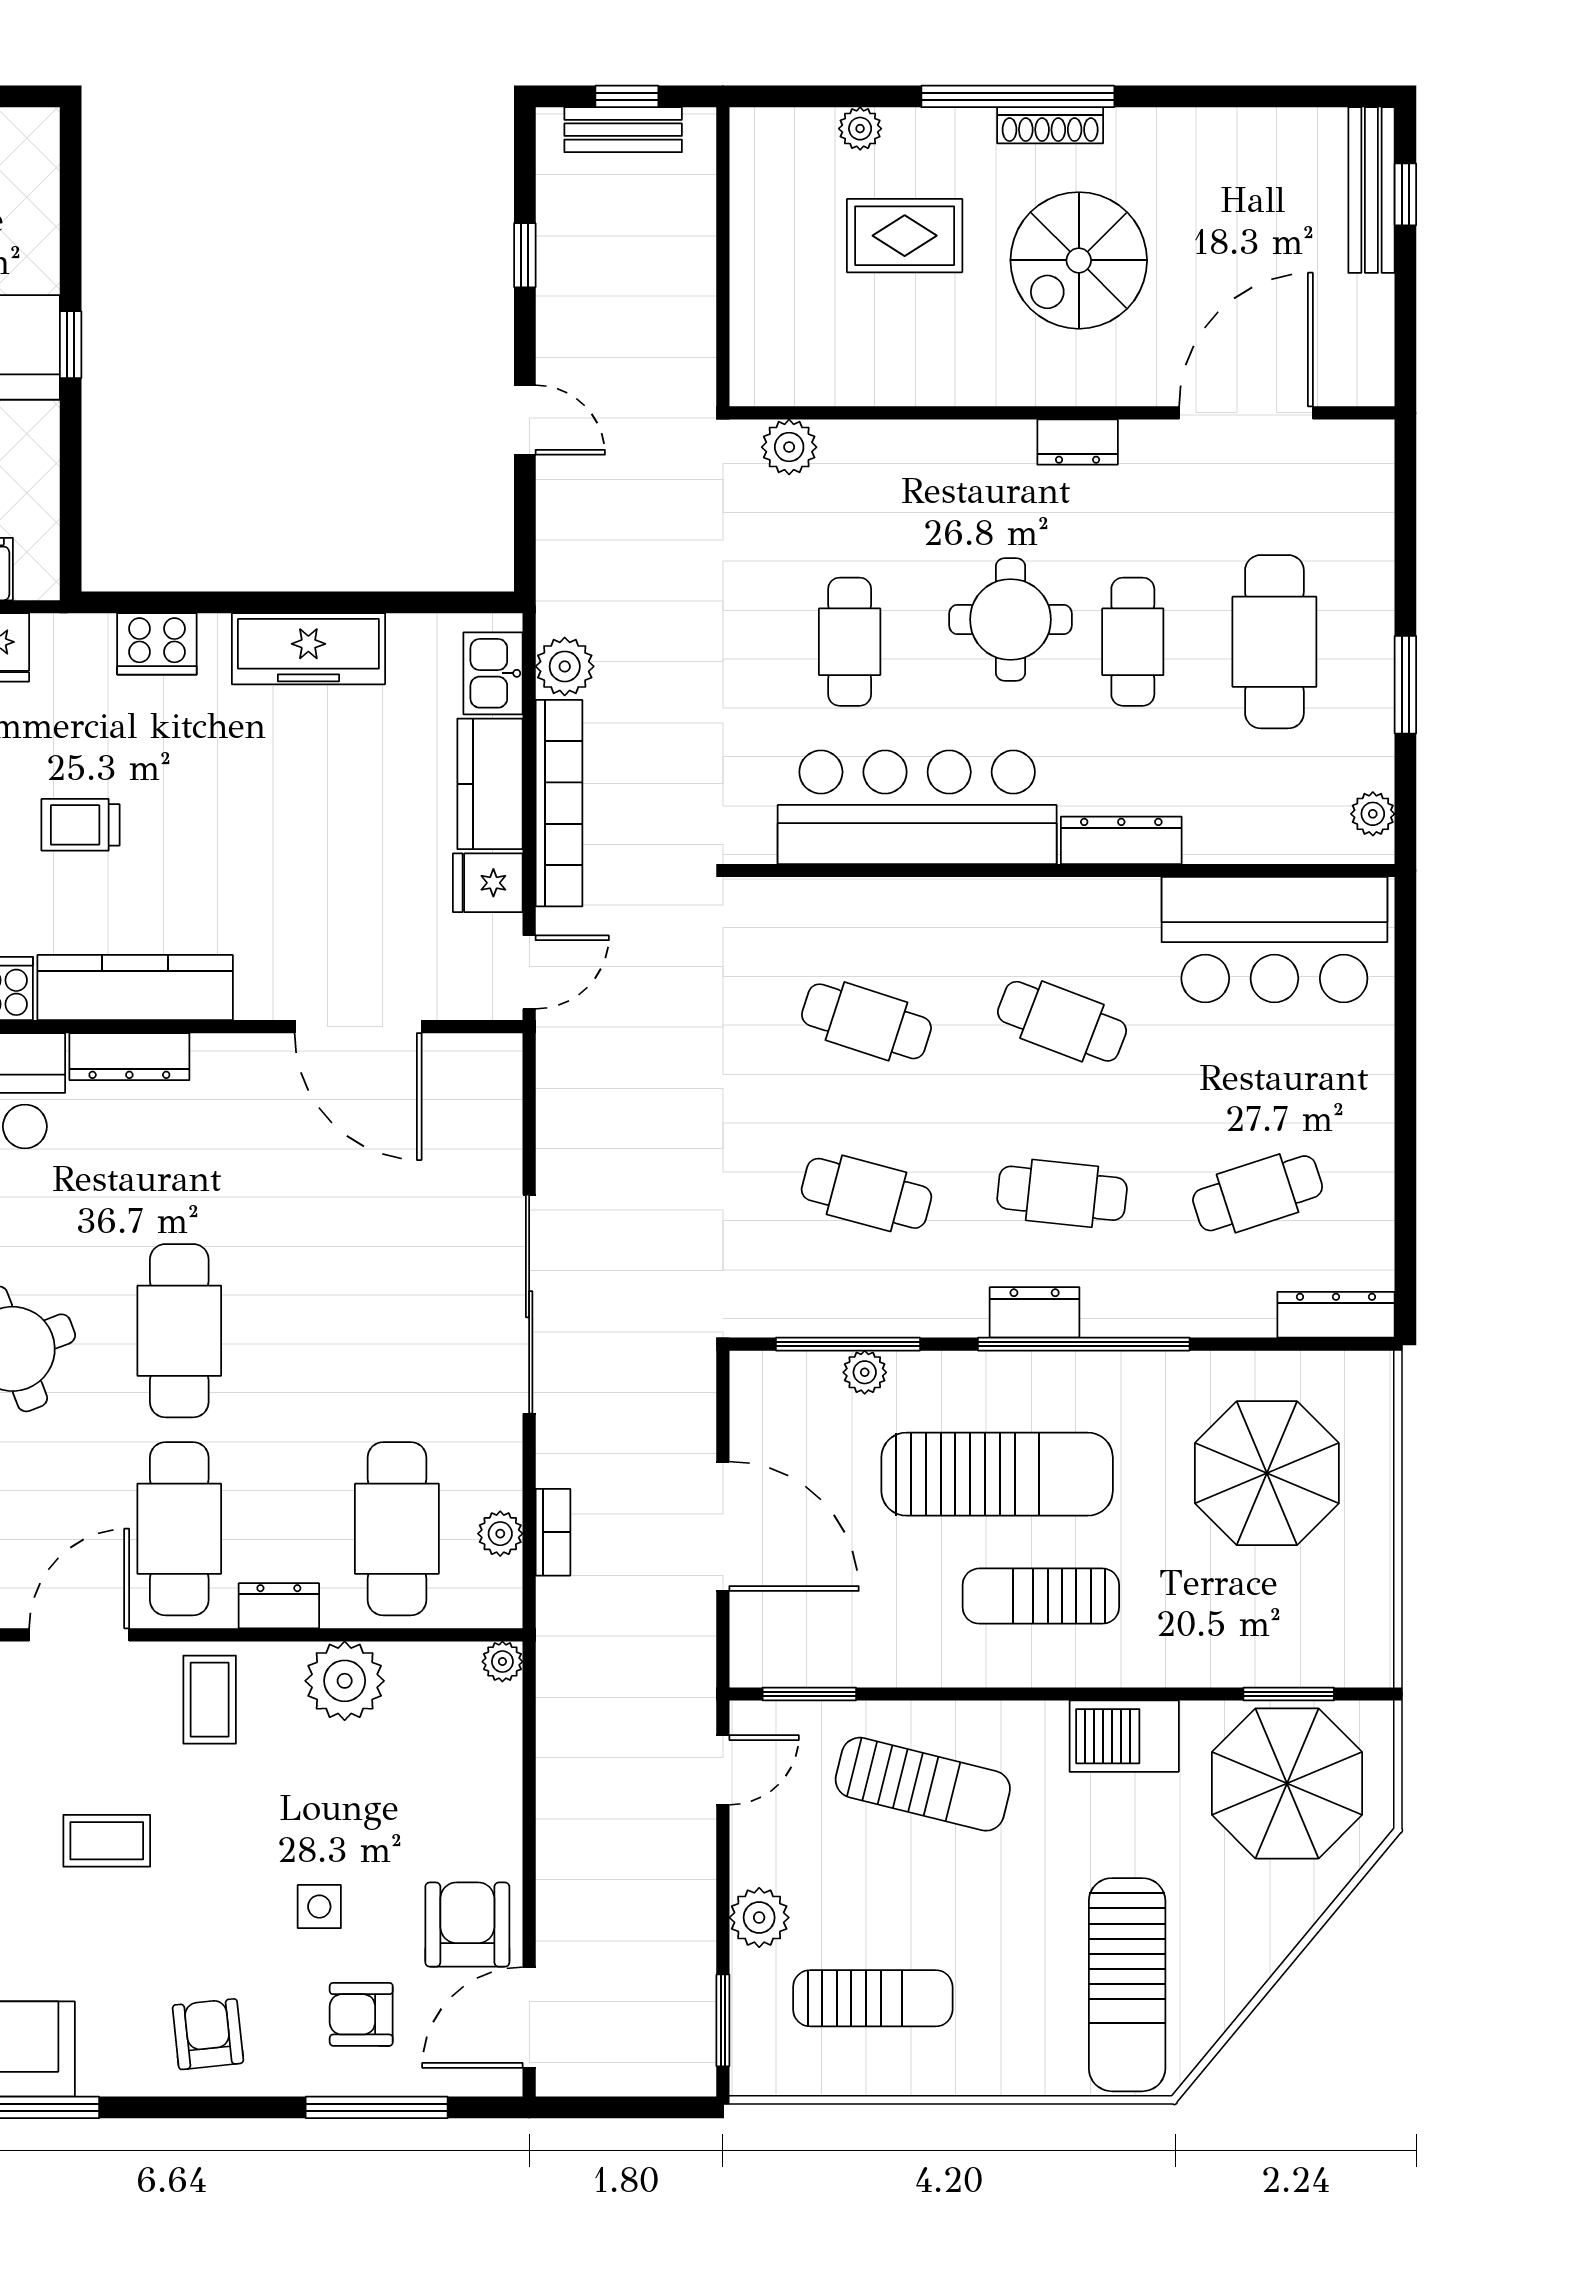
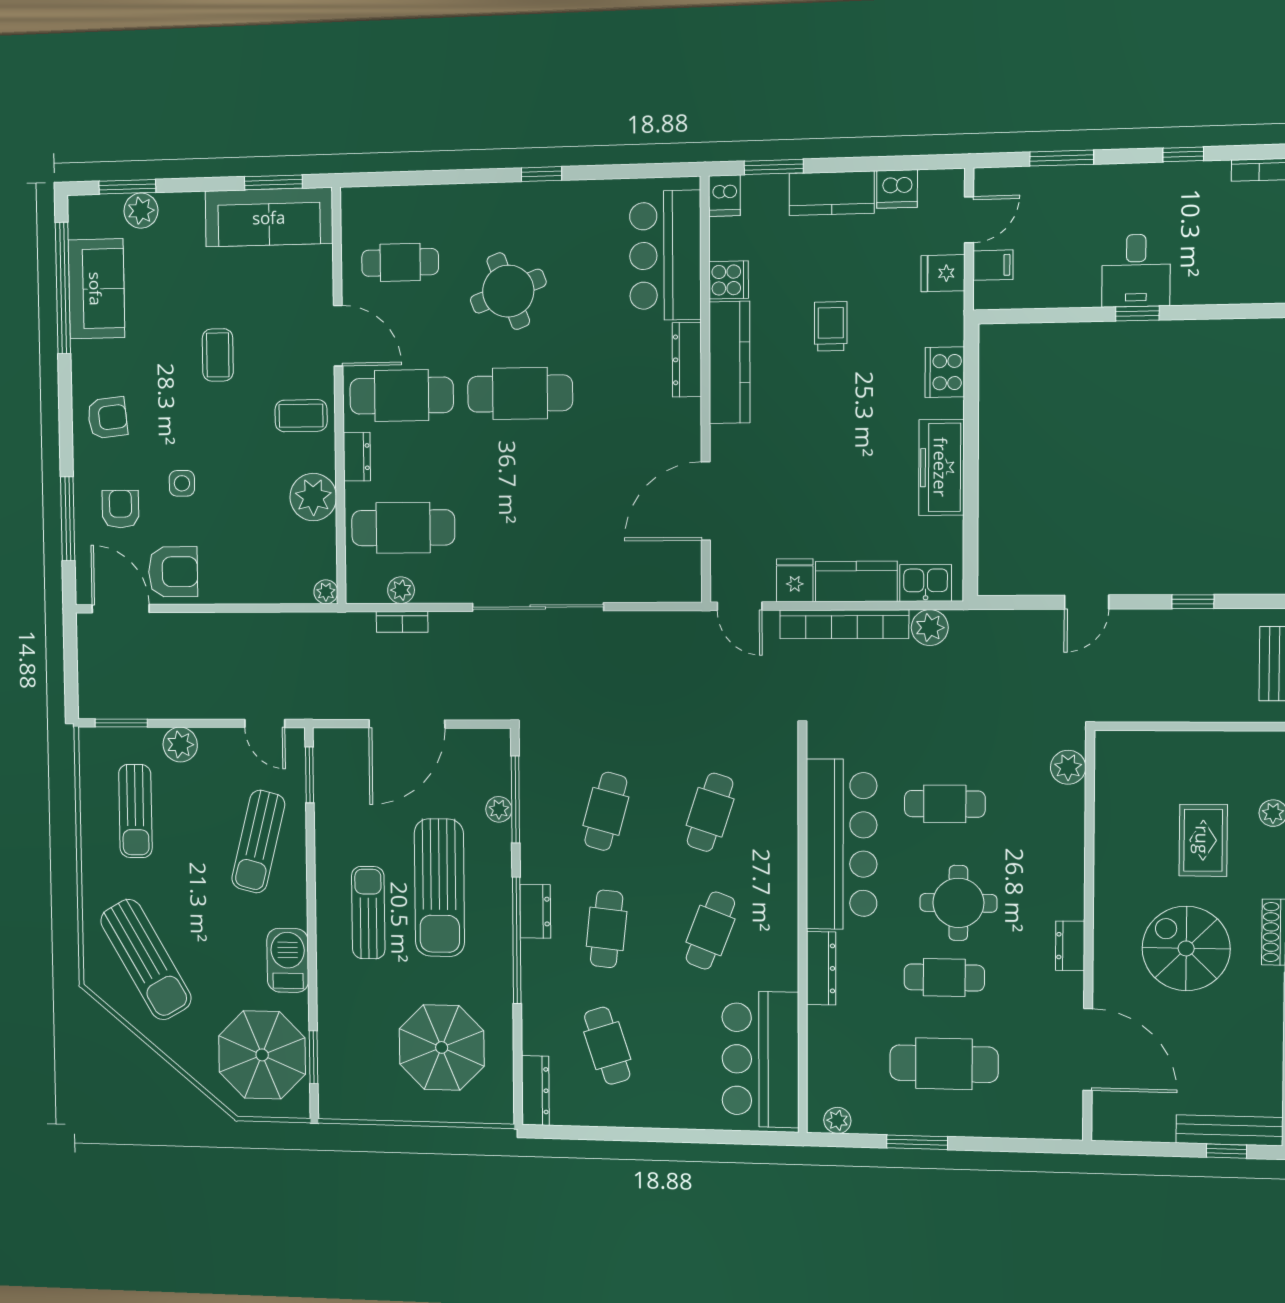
sun lounger: (1127, 1985) -> (146, 959), turned -120

